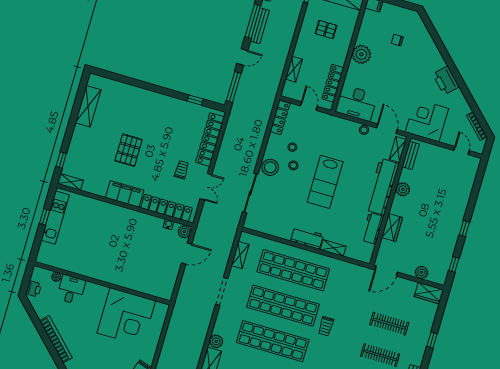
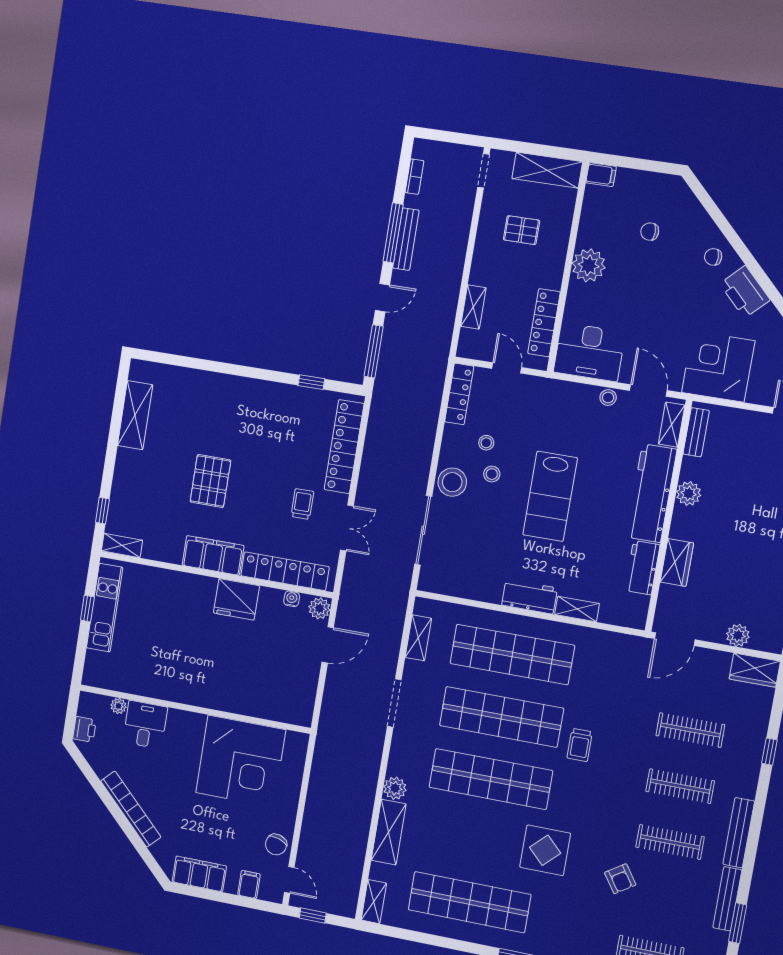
chair: (431, 59) -> (713, 257), added
fridge: (136, 221) -> (236, 599), added

